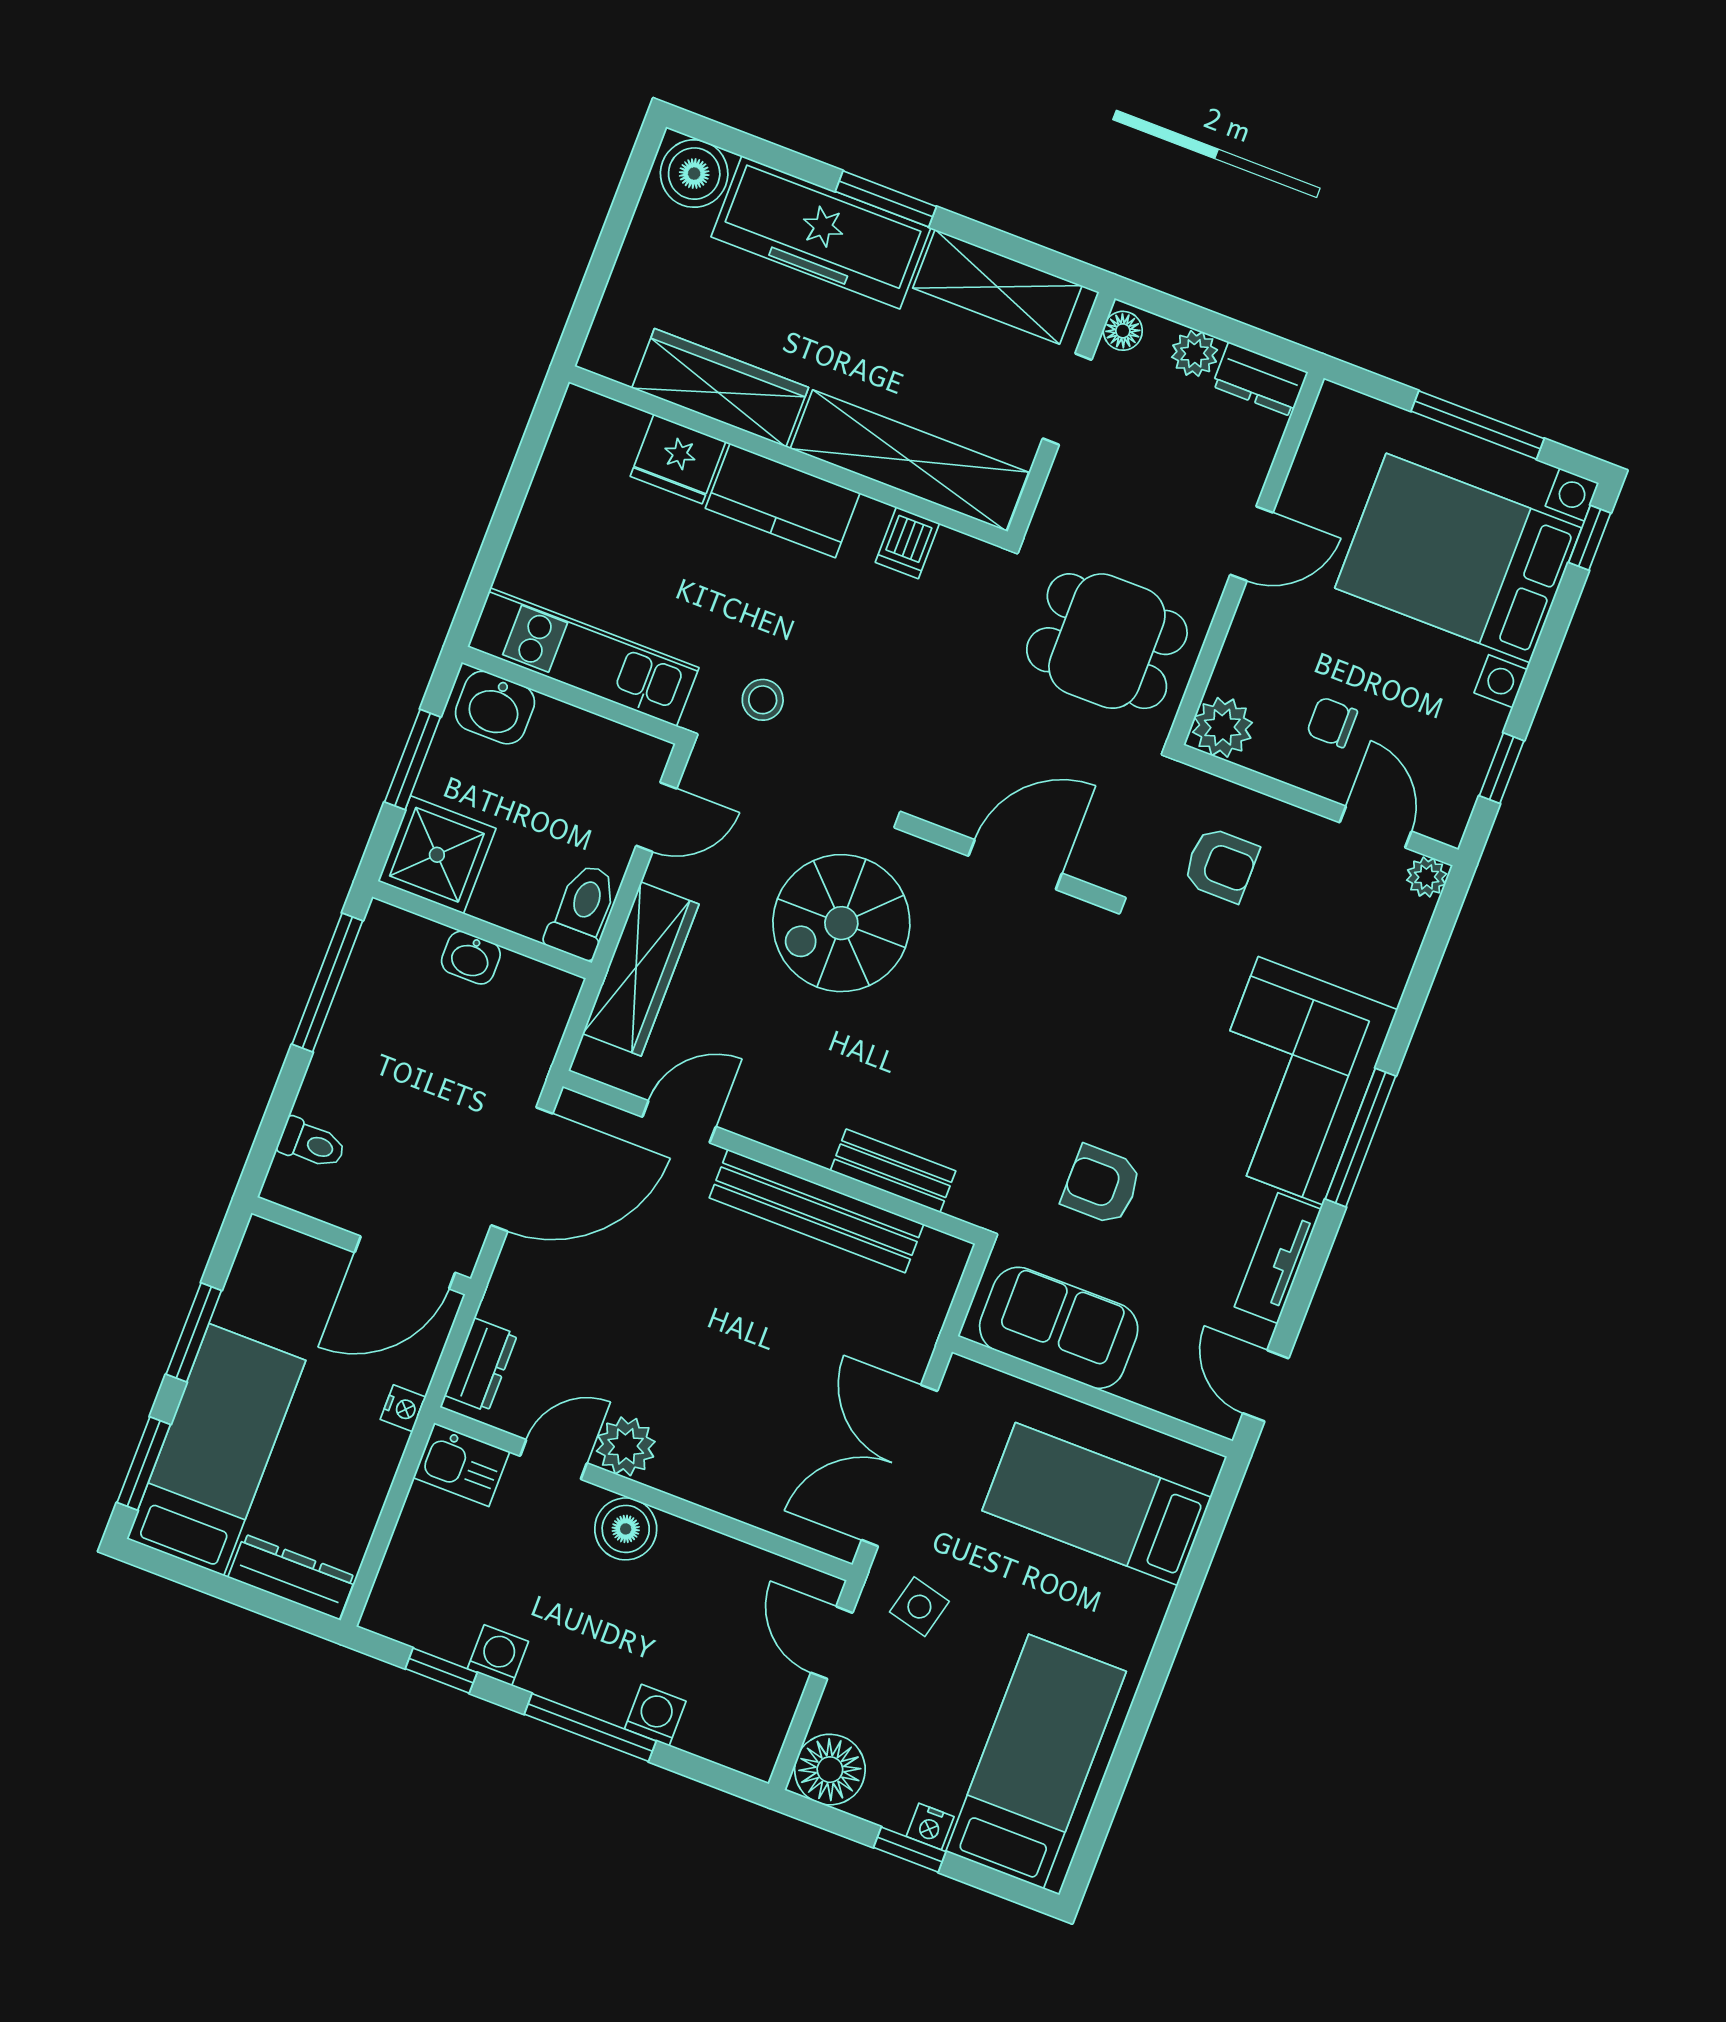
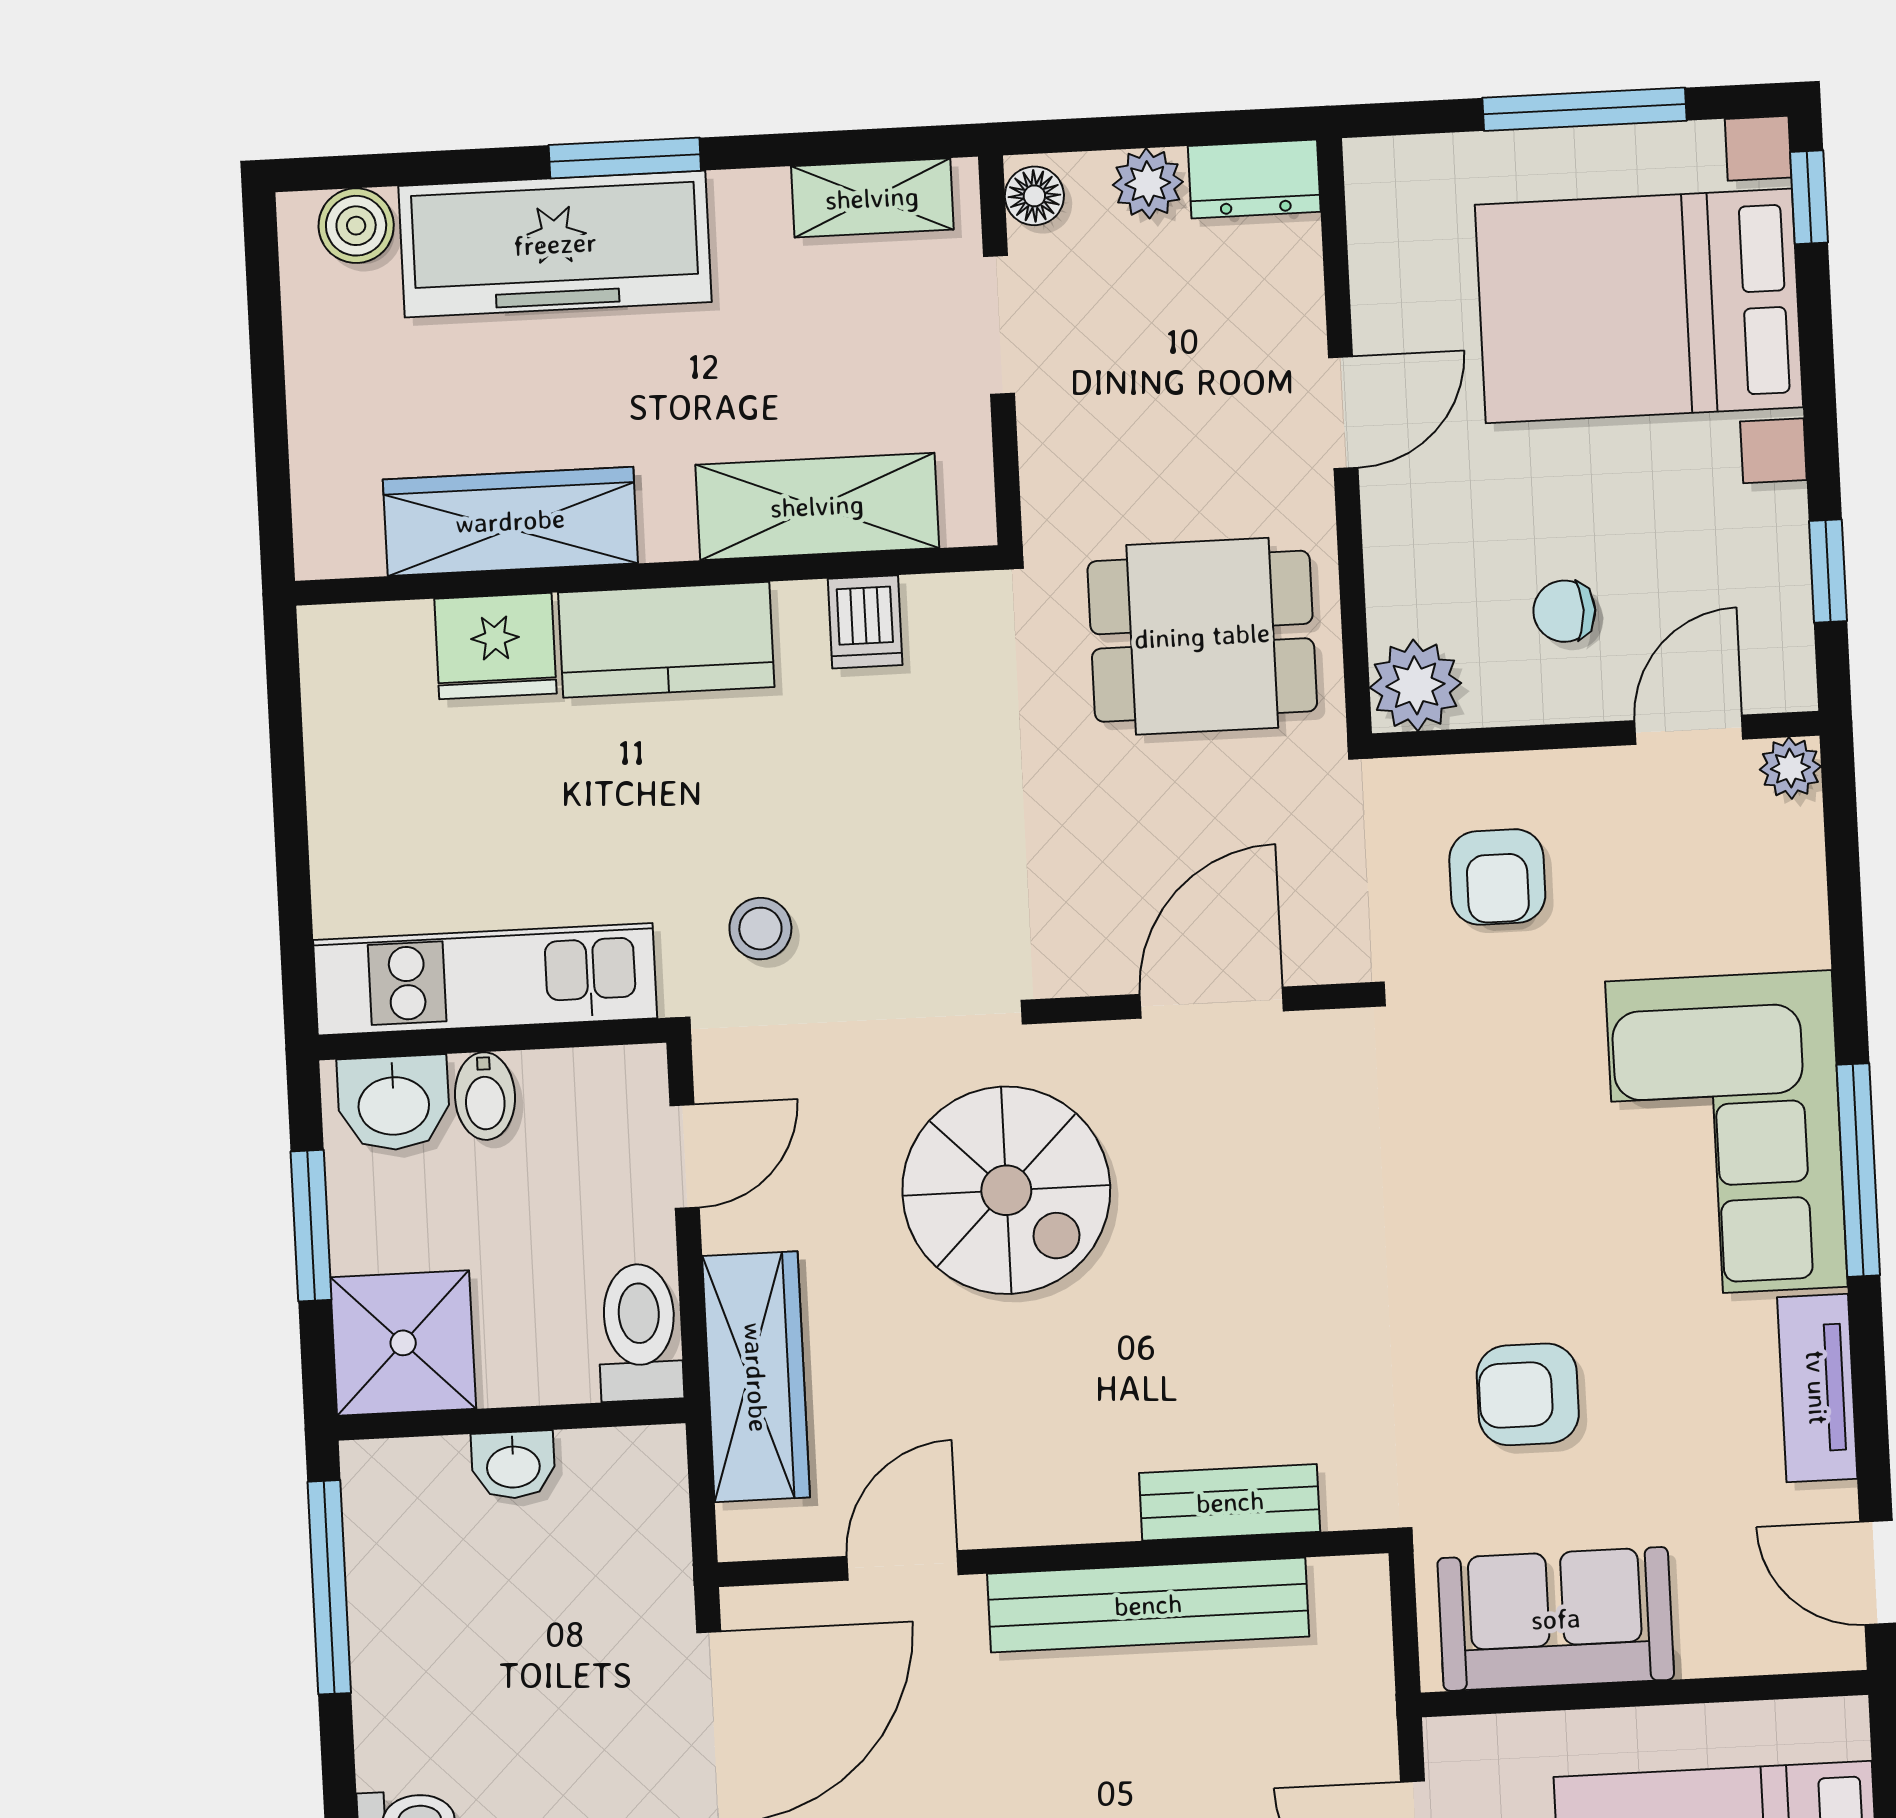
boiler: (694, 174) -> (356, 226), width x0.73, depth x0.73
shelving: (997, 287) -> (872, 198), width x0.67, depth x0.75
shelving: (909, 460) -> (817, 506), width x0.68
bidet: (552, 728) -> (485, 1096), added
door: (1375, 827) -> (1689, 730), hinge flipped
armchair: (1221, 865) -> (1497, 877), turned 90
spiral stairs: (841, 923) -> (1006, 1190), turned -90

